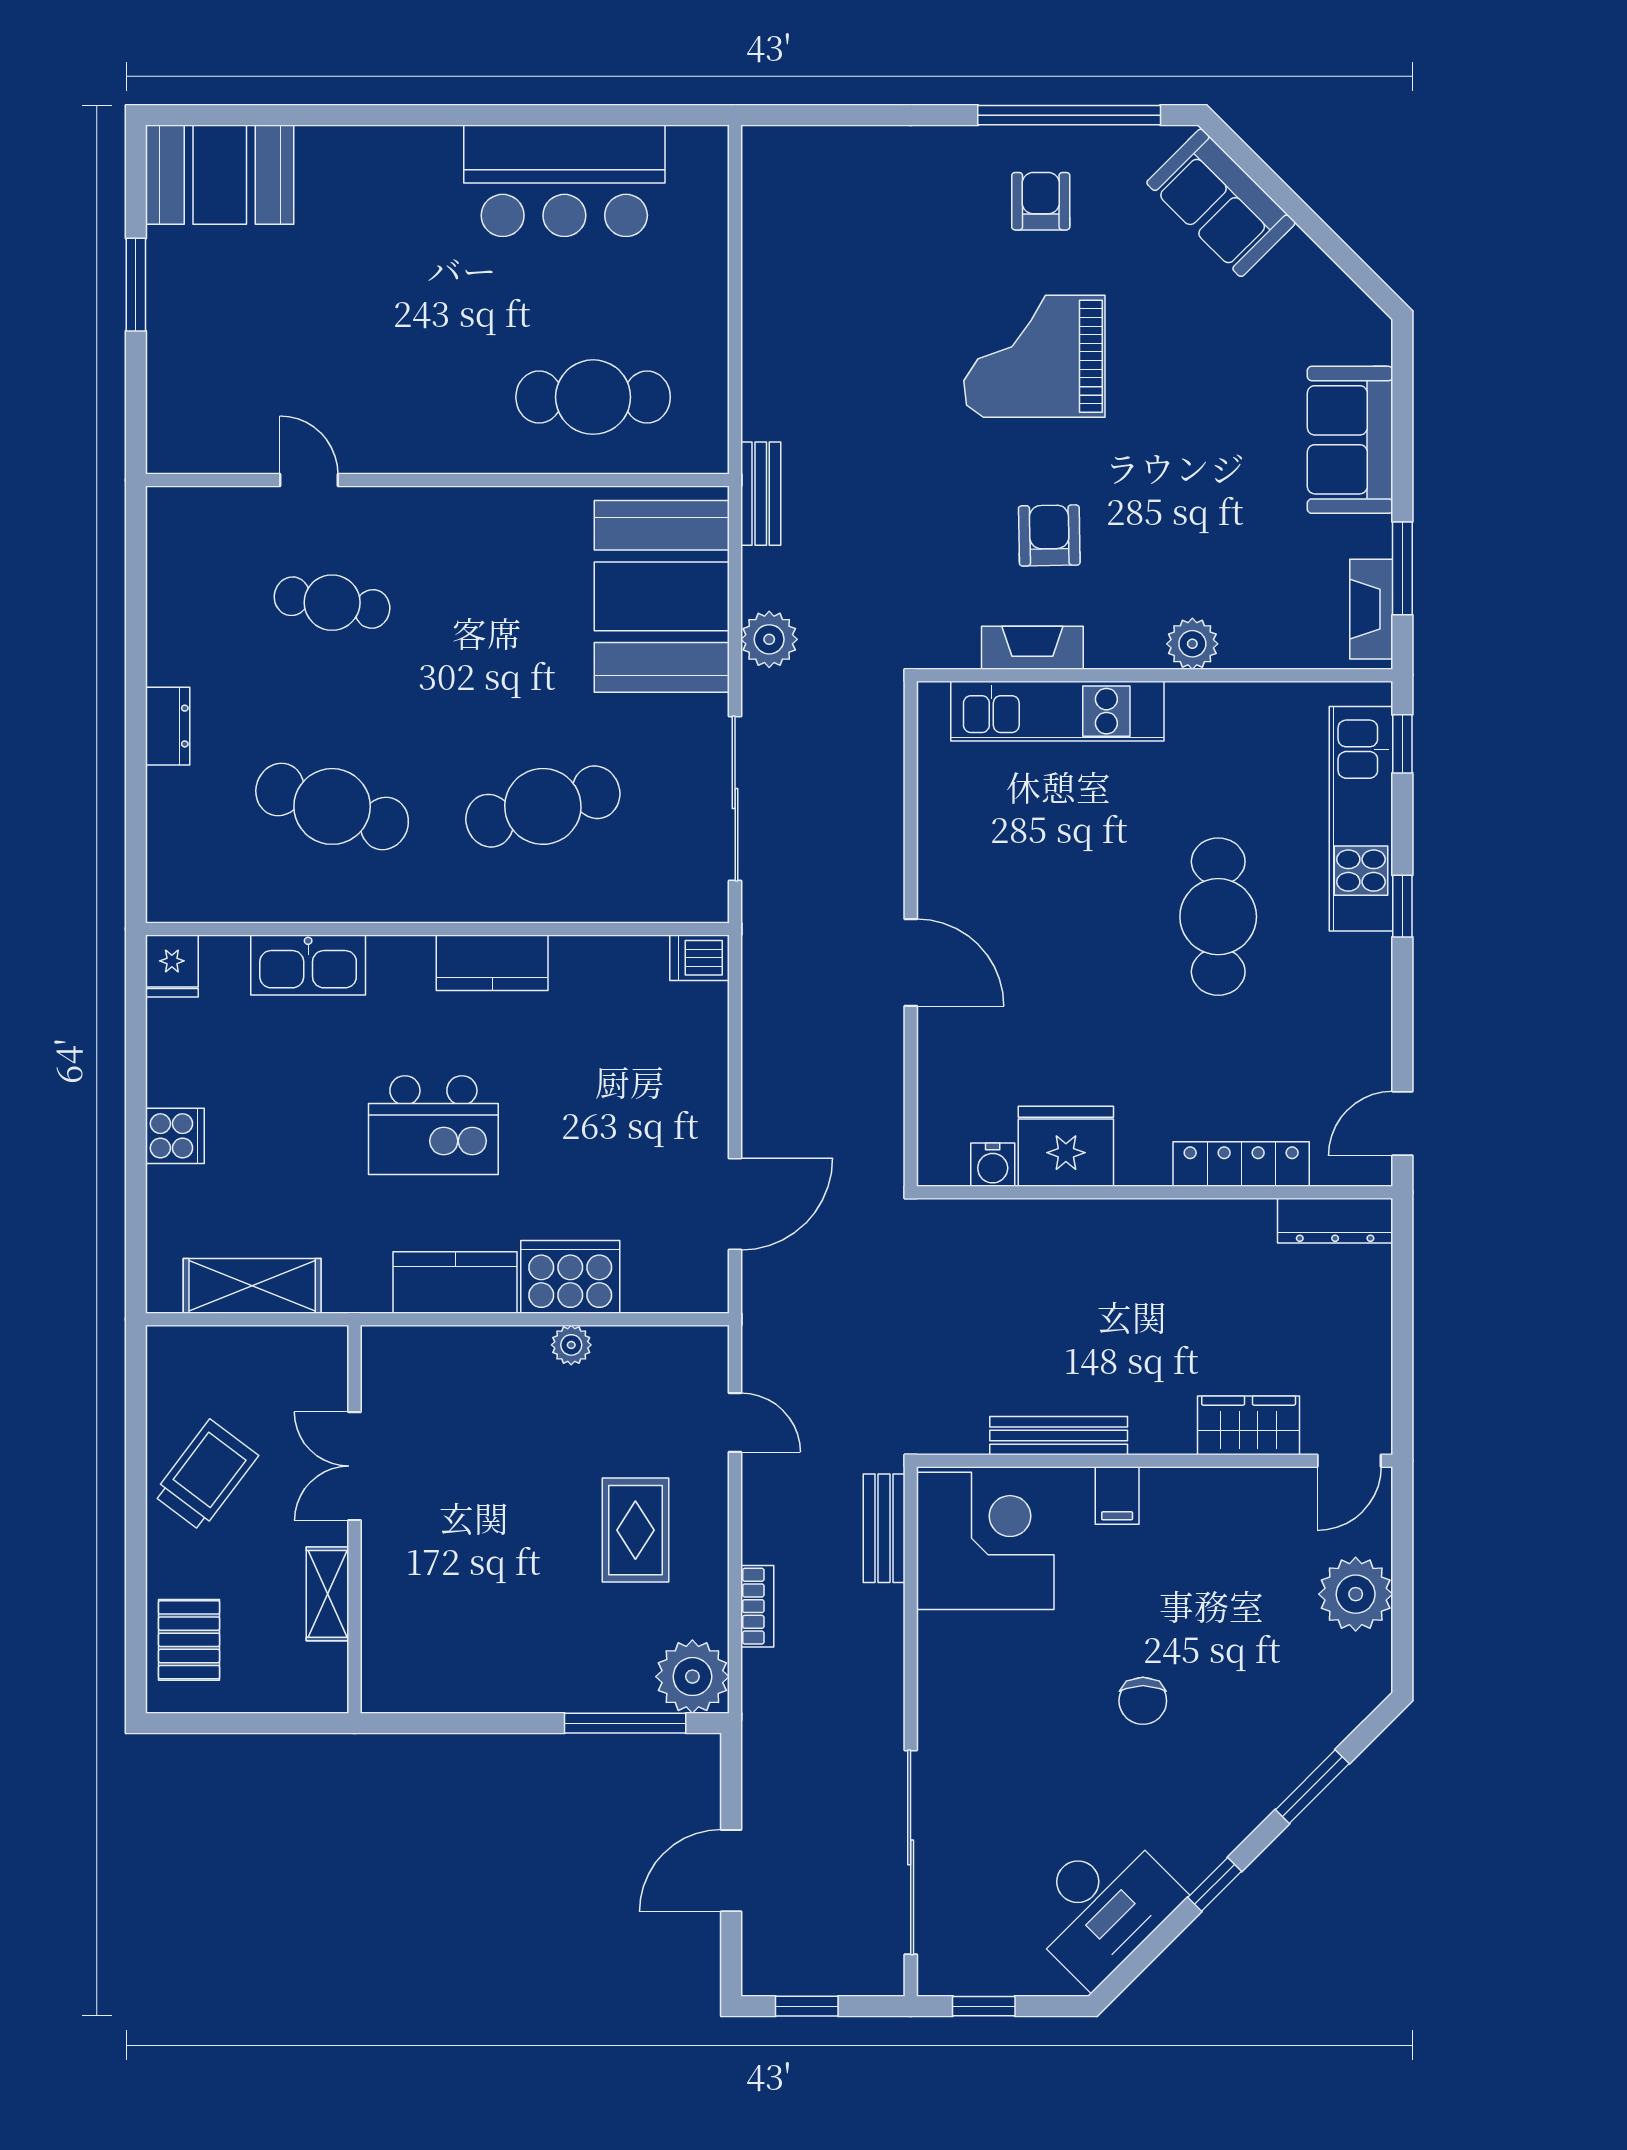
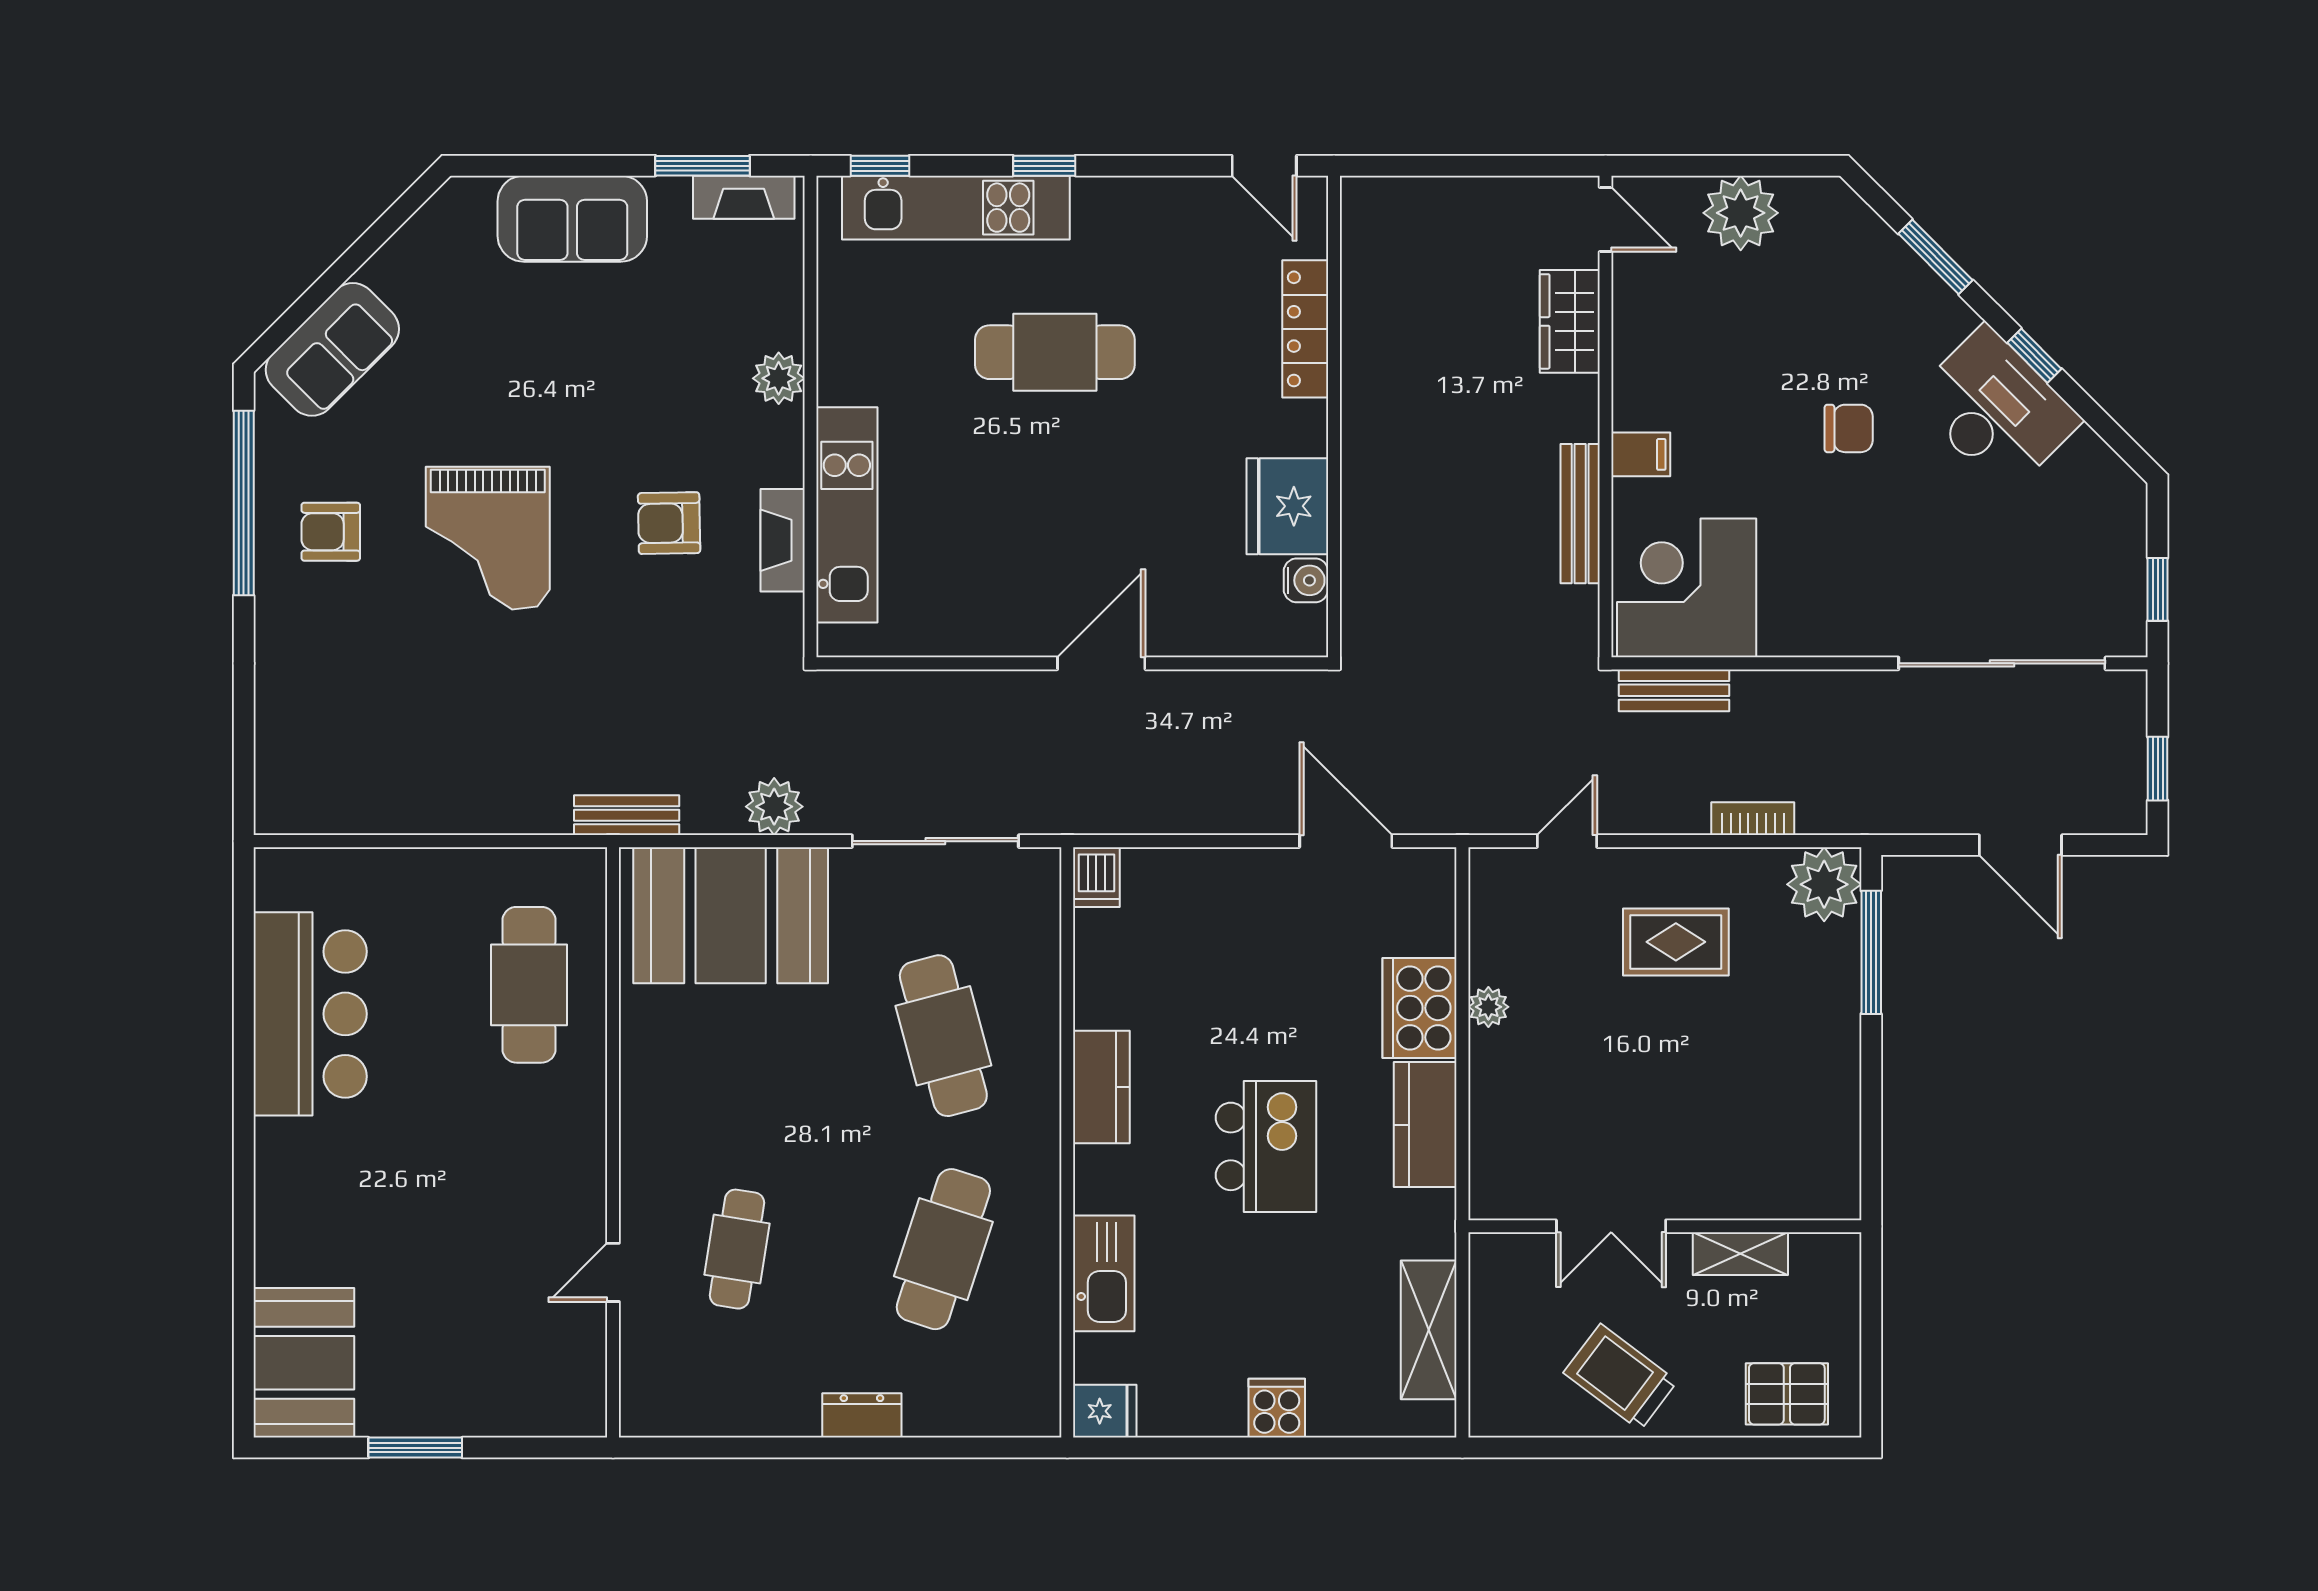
dresser: (1335, 1221) -> (1363, 234), removed
desk: (1102, 1906) -> (1996, 410), moved

